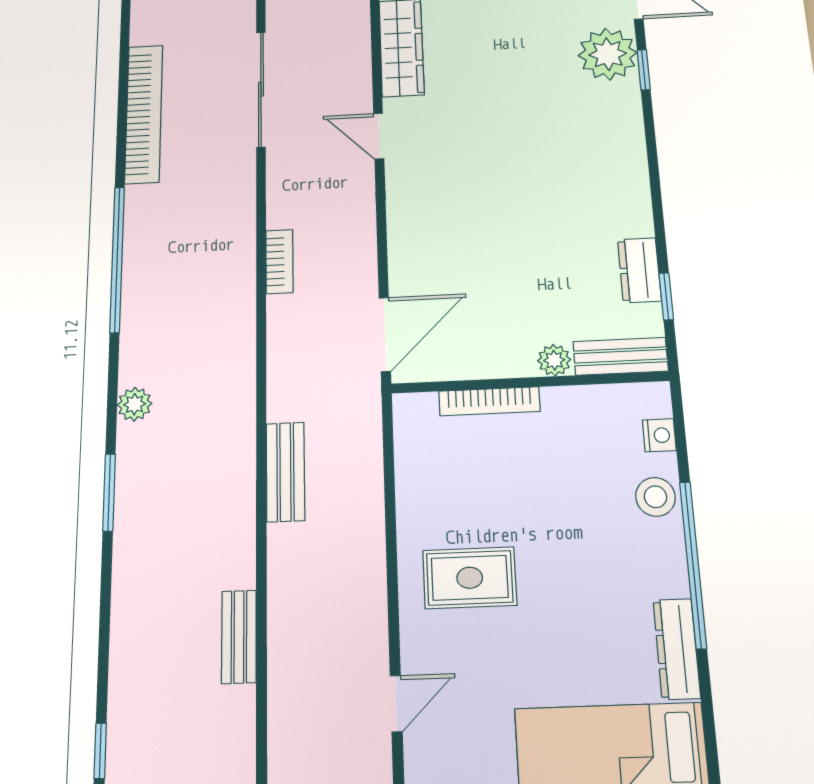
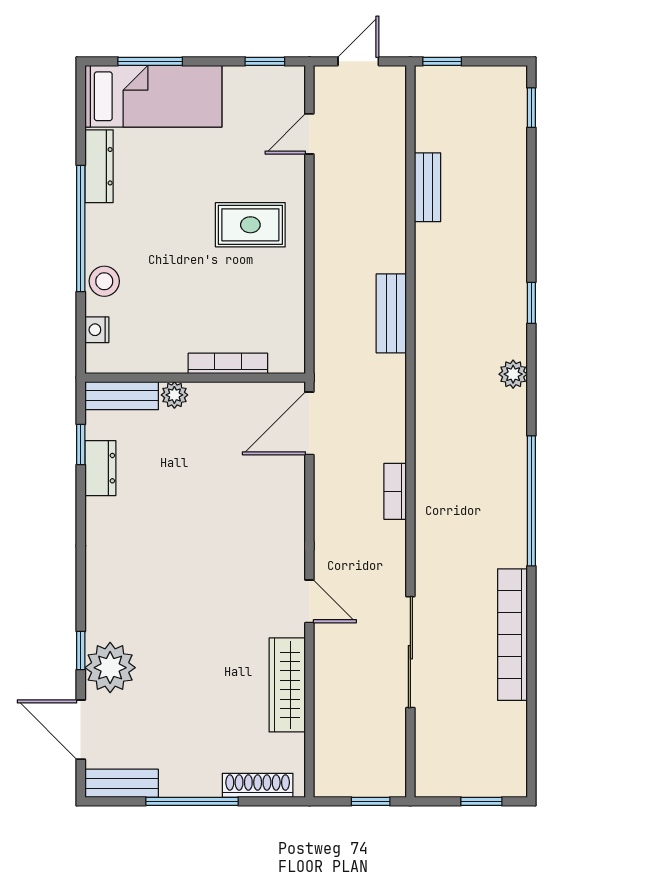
window: (109, 492) -> (531, 303), width x0.67

